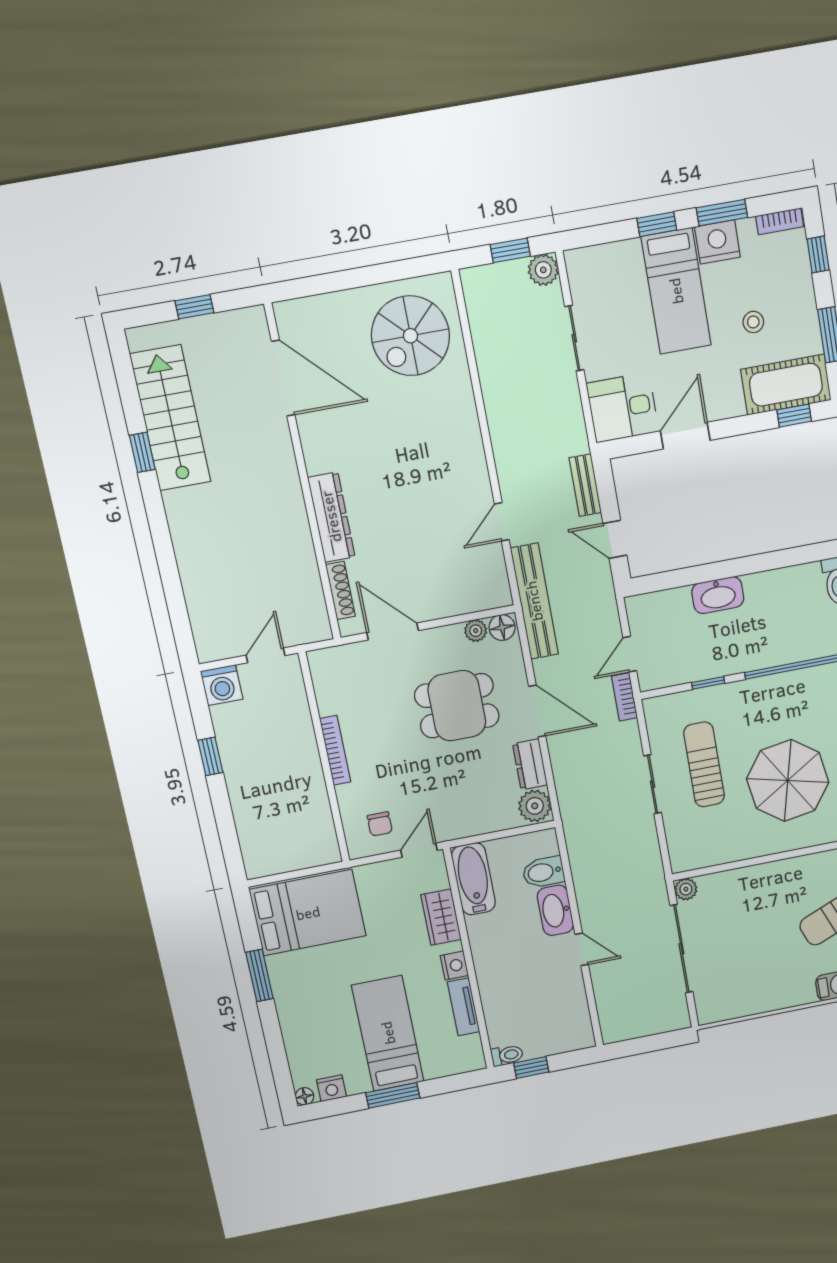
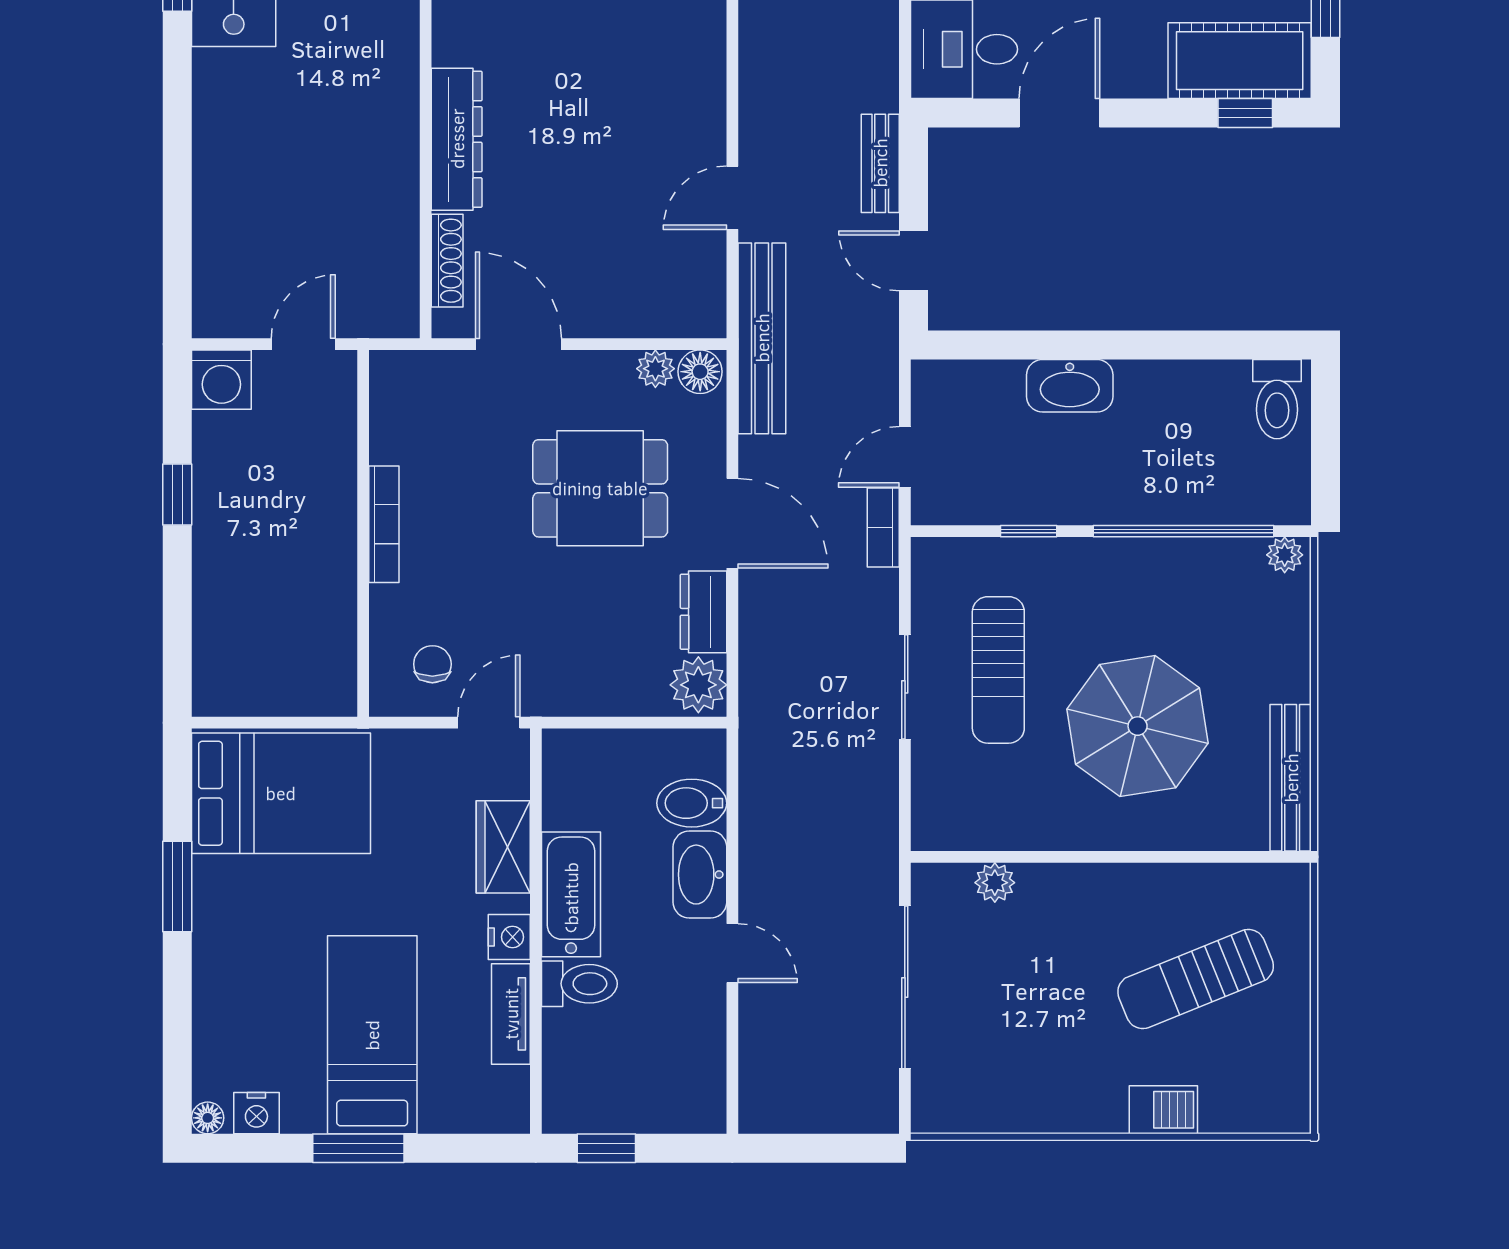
sun lounger: (704, 764) -> (998, 670), turned 180
chair: (380, 824) -> (432, 664), turned 180
bathtub: (473, 879) -> (571, 894), moved
plant: (686, 889) -> (995, 883), moved
toilet: (507, 1055) -> (579, 984), moved, width x1.37, depth x1.39

